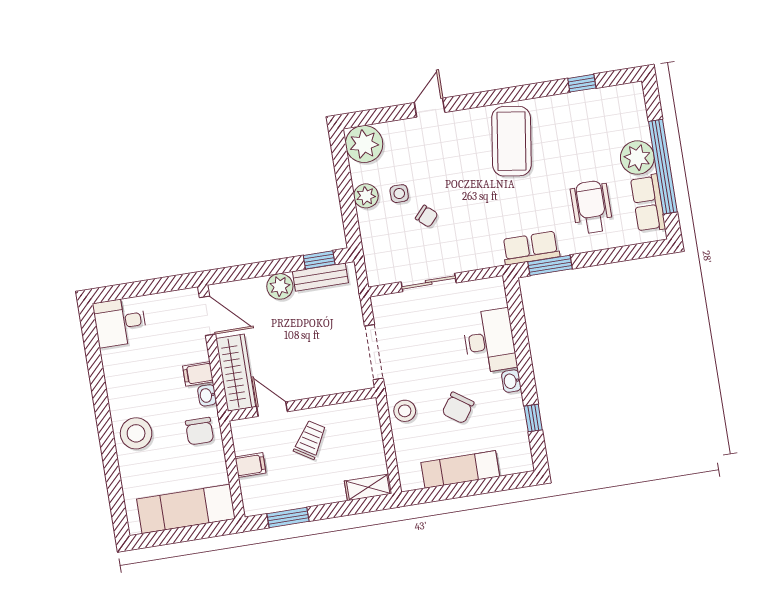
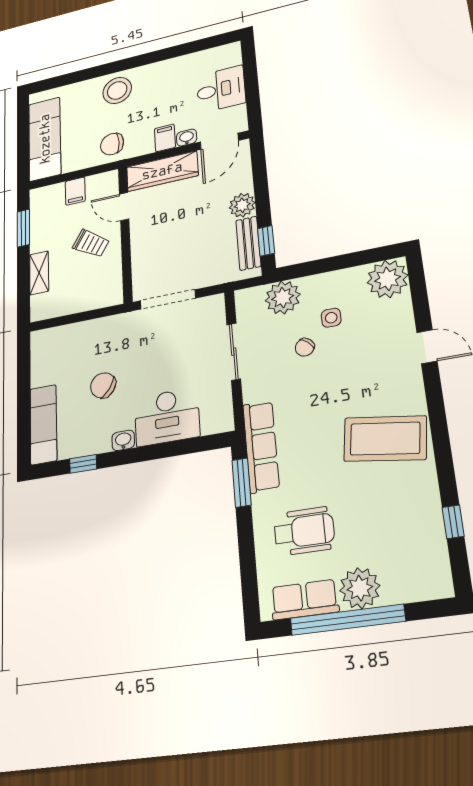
plant: (366, 196) -> (283, 298), moved, width x1.36, depth x1.36
row of seats: (531, 248) -> (261, 446), width x1.48
desk: (120, 322) -> (221, 89), moved, turned 90
washbasin: (207, 395) -> (187, 138), moved
door: (272, 409) -> (124, 207), swing flipped
stool: (405, 411) -> (107, 332), removed
exam couch: (460, 469) -> (43, 425), moved
shelving: (368, 487) -> (39, 273), moved

